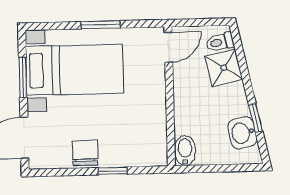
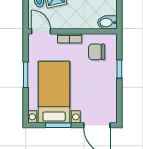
bookcase: (159, 92) -> (70, 38), added
chair: (85, 153) -> (97, 52), moved

